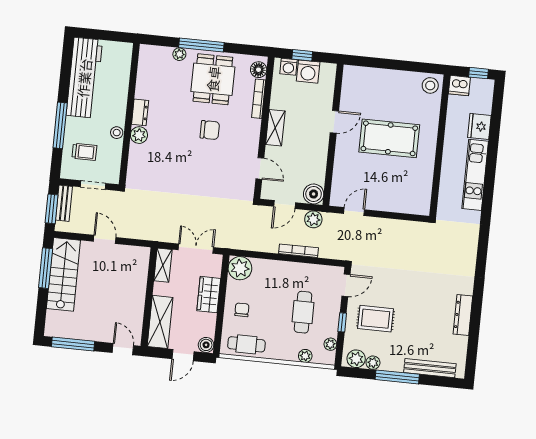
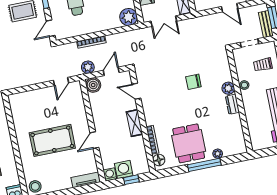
washing machine: (289, 67) -> (110, 174), moved
tv unit: (362, 74) -> (86, 180), added
chair: (210, 130) -> (193, 82), moved

